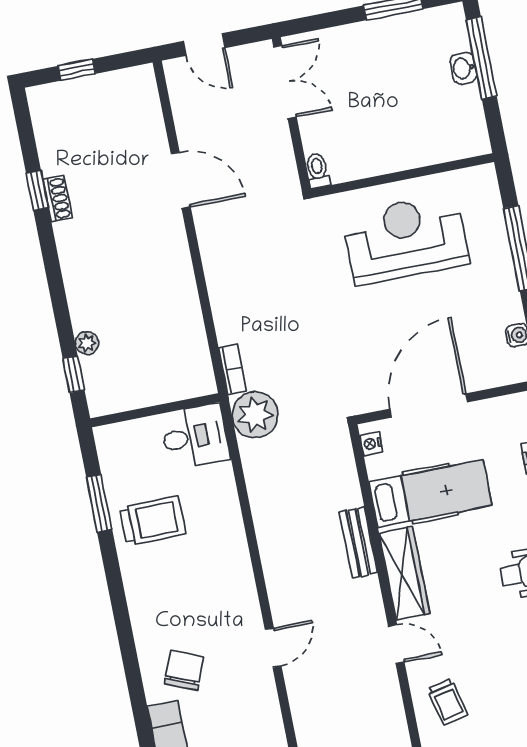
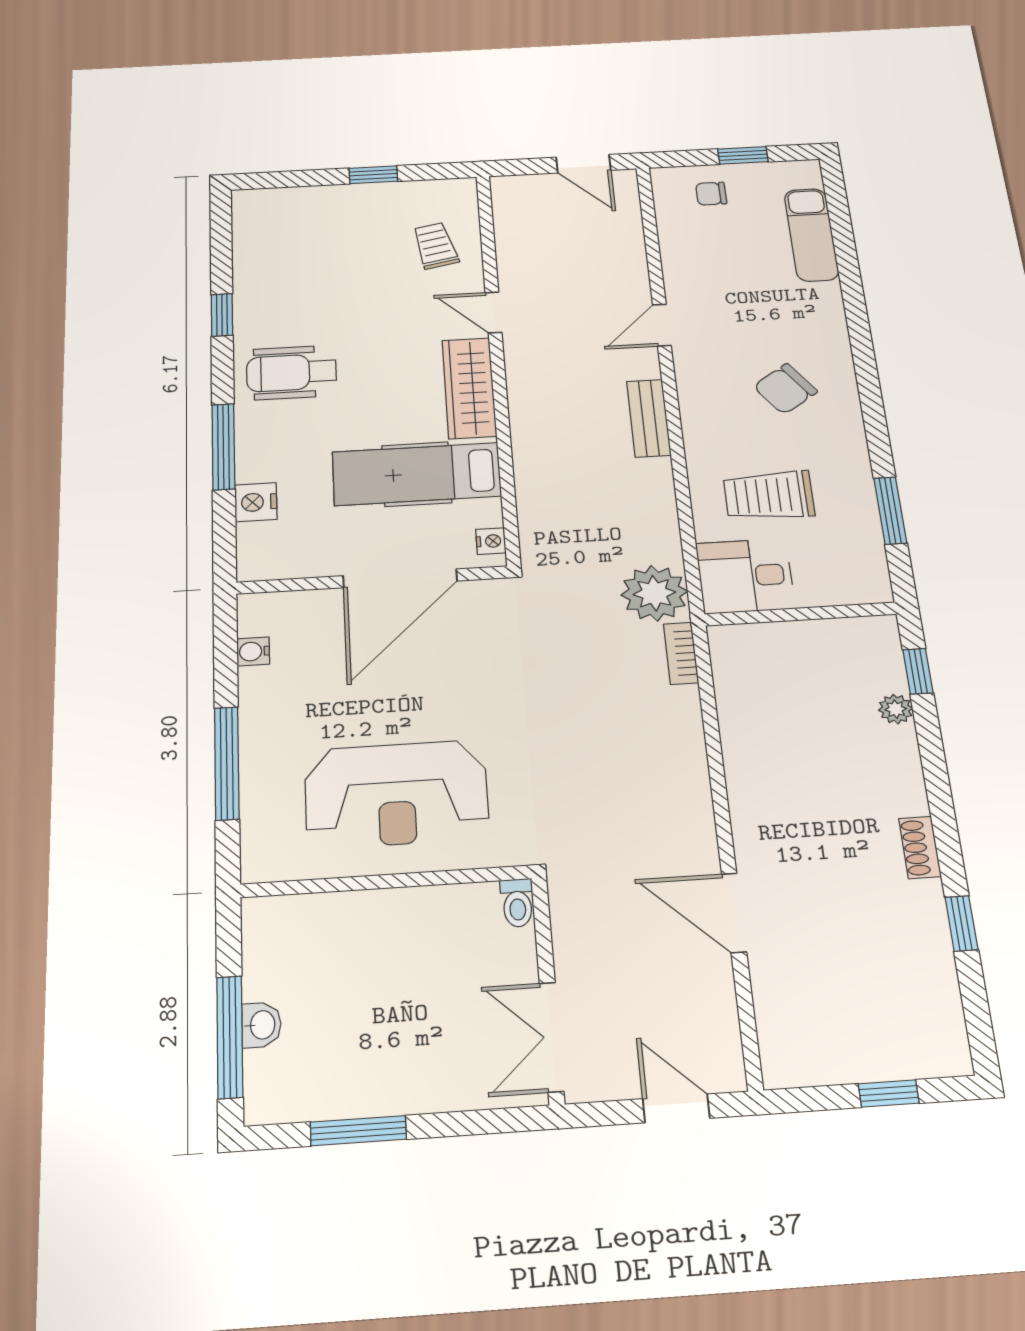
shoe rack: (57, 199) -> (920, 847), moved
trolley: (153, 521) -> (769, 495), moved
bench: (358, 542) -> (649, 418), moved
chair: (184, 670) -> (785, 389), moved, turned 33

